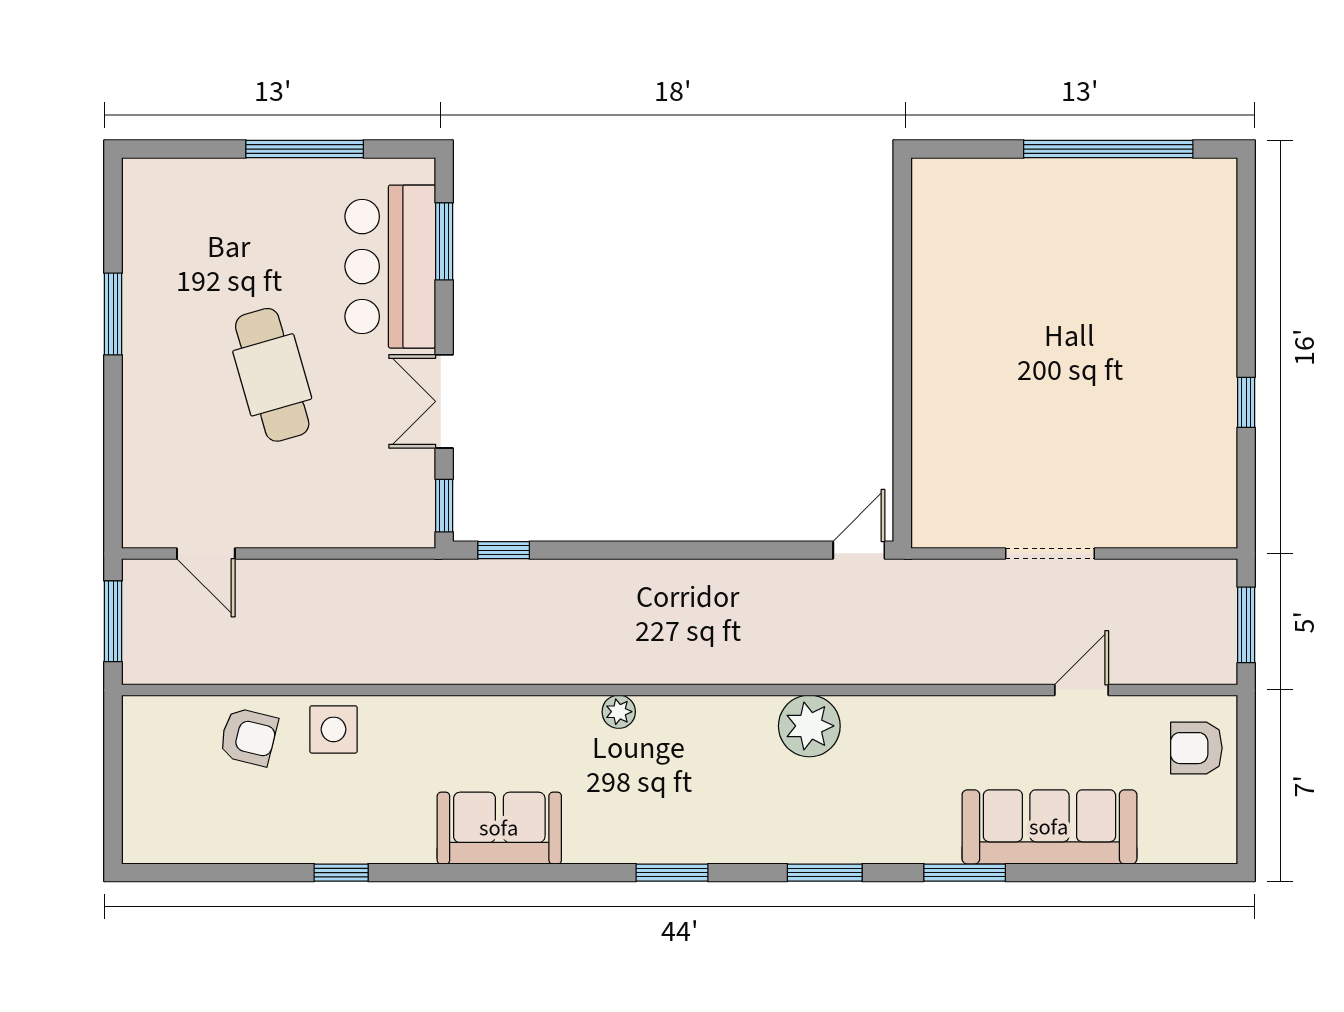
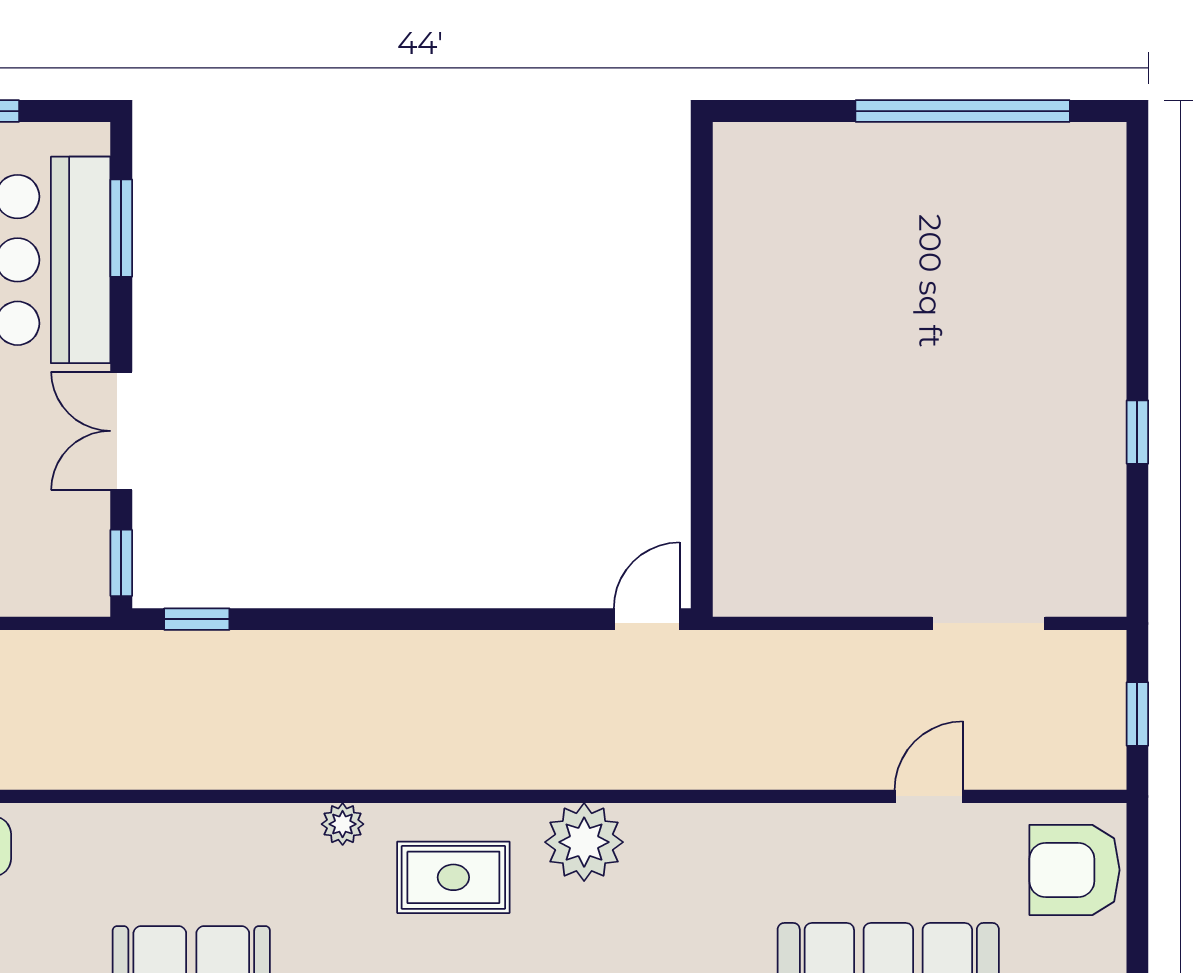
doorway: (1050, 553) -> (989, 623), moved
window: (1246, 625) -> (1137, 714), width x0.67
armchair: (1196, 748) -> (1074, 870), width x1.38, depth x1.38
rug: (706, 754) -> (453, 877), added

